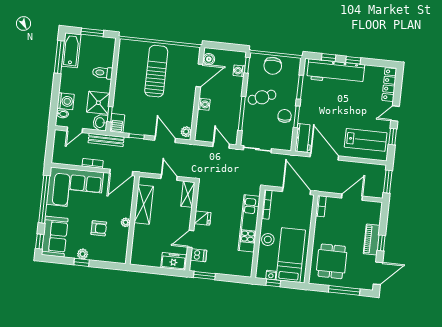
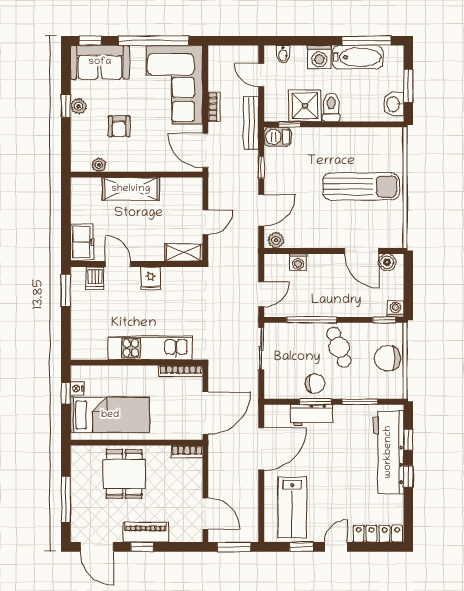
bathtub: (71, 50) -> (358, 57), moved
washing machine: (239, 71) -> (396, 309), moved
toilet: (103, 73) -> (331, 107), moved
washing machine: (66, 101) -> (319, 57), moved
washing machine: (204, 104) -> (298, 262), moved
door: (395, 113) -> (336, 547), hinge flipped
washbasin: (100, 123) -> (394, 104), moved, turned -90
workbench: (304, 138) -> (312, 415), moved
door: (352, 197) -> (205, 514), moved
shelving: (144, 204) -> (131, 189), moved
plant: (126, 222) -> (99, 165), moved
stool: (268, 240) -> (129, 378), removed
dining table: (332, 261) -> (124, 474), moved, turned 90

